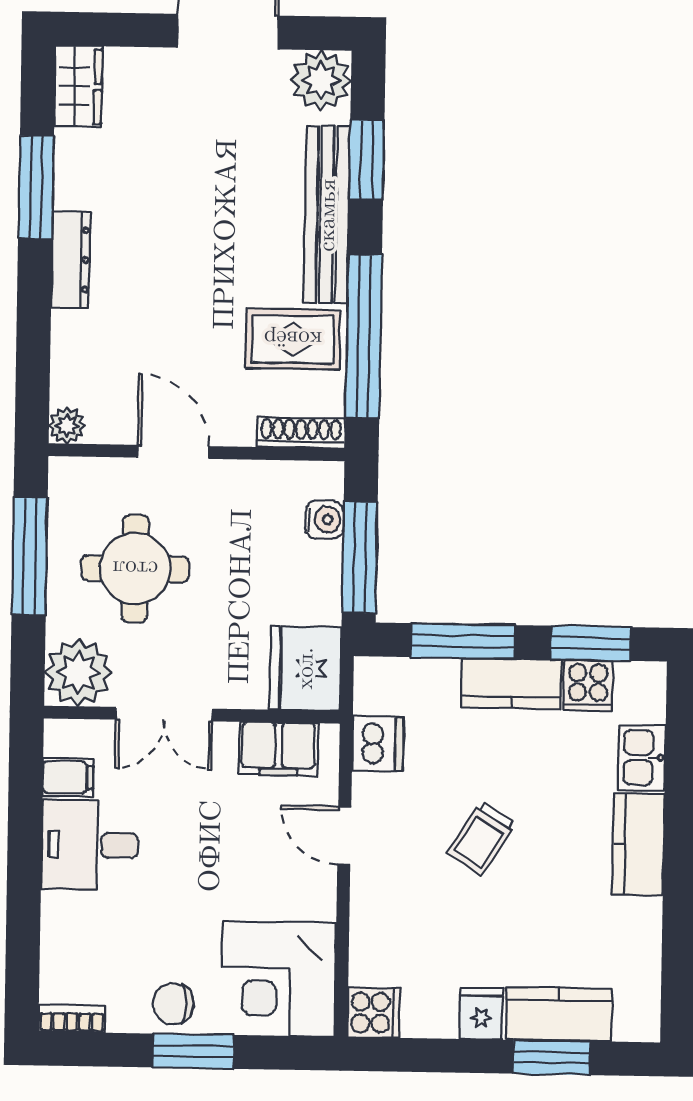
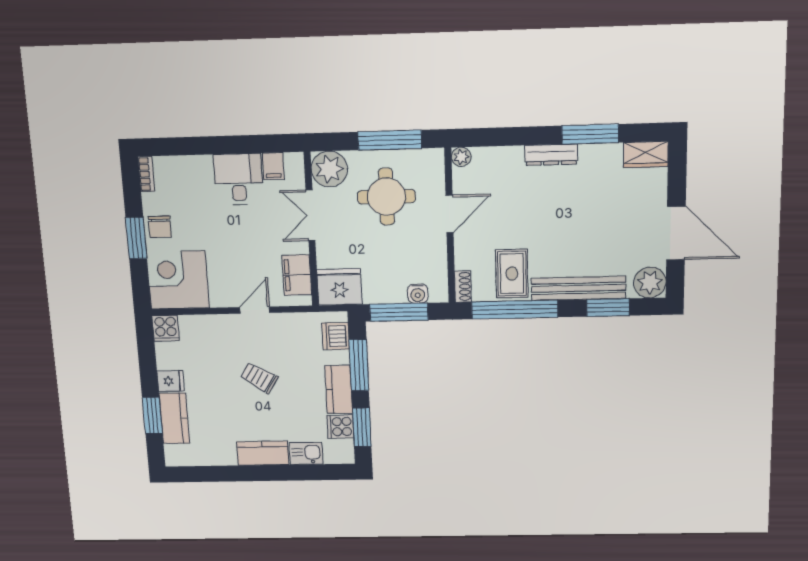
shoe rack: (301, 433) -> (463, 286), width x0.70
dishwasher: (378, 744) -> (336, 336), moved, turned 90
chair: (173, 1004) -> (160, 227), turned 180

